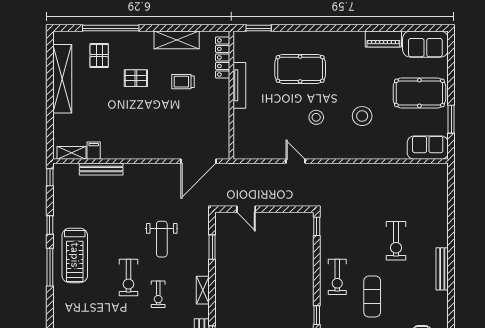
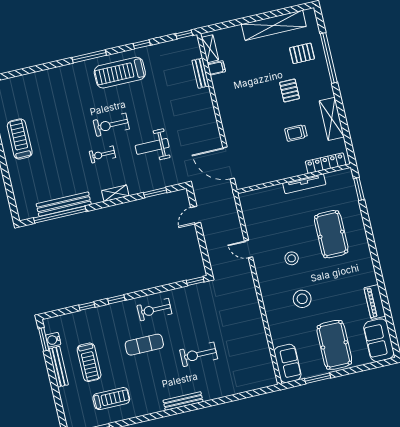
trolley: (183, 82) -> (296, 133), turned -90
door: (296, 161) -> (249, 249), swing flipped
bench: (101, 169) -> (201, 73), width x0.73
window: (50, 267) -> (89, 56), moved

